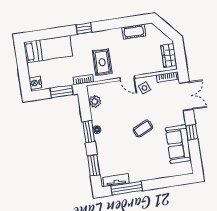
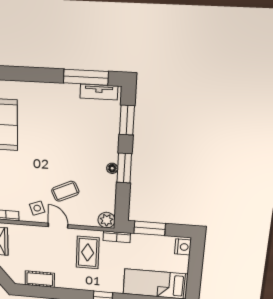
plant: (95, 101) -> (107, 220), moved
coffee table: (143, 128) -> (65, 191), moved

